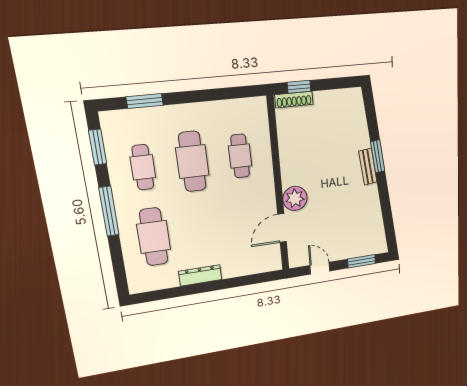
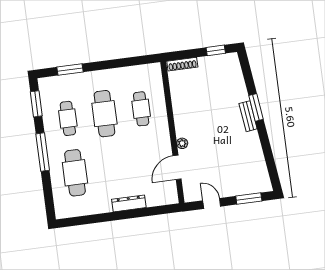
window: (299, 87) -> (216, 50), moved
plant: (295, 198) -> (182, 143), width x0.53, depth x0.53
dresser: (200, 275) -> (129, 203), moved

